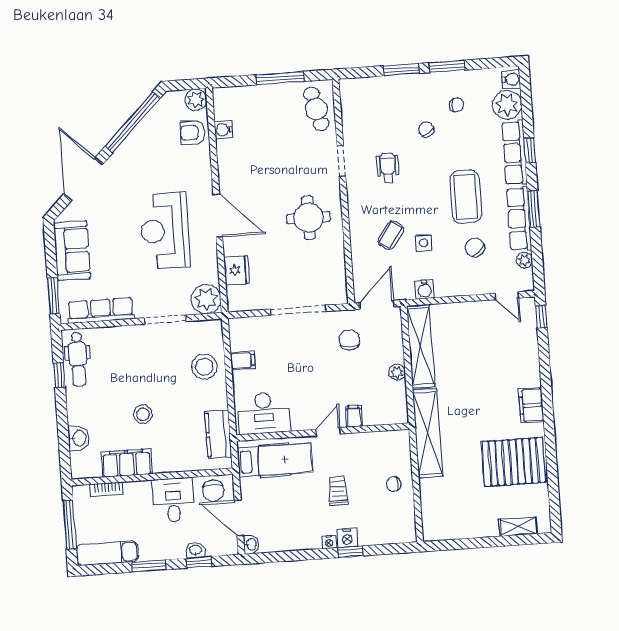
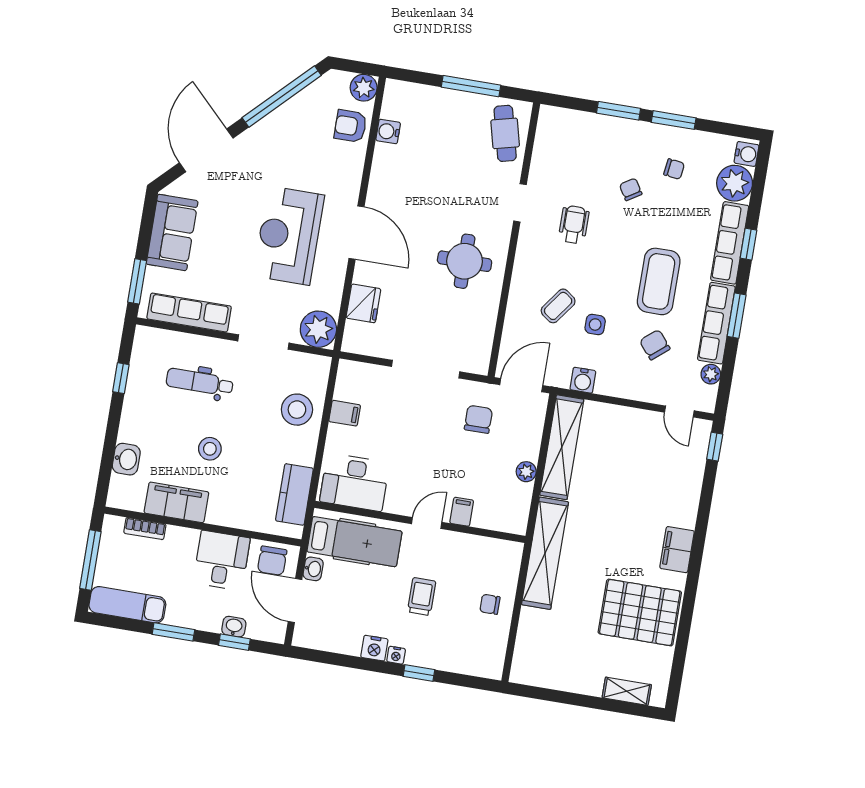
dental chair: (78, 359) -> (200, 382), moved, turned 90
nightstand: (347, 538) -> (374, 648), moved
washbasin: (251, 544) -> (313, 569), moved

